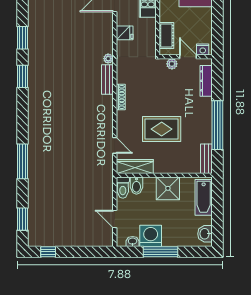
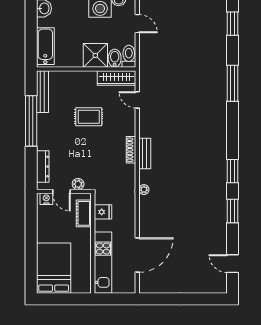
fridge: (125, 33) -> (103, 212), moved, turned 180
bench: (107, 79) -> (145, 154), moved
rug: (162, 129) -> (89, 117), width x0.73, depth x0.70
bench: (206, 159) -> (42, 92), width x1.36
shower: (168, 188) -> (95, 55), moved

